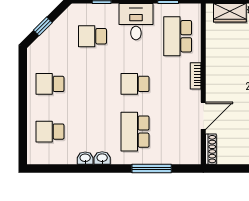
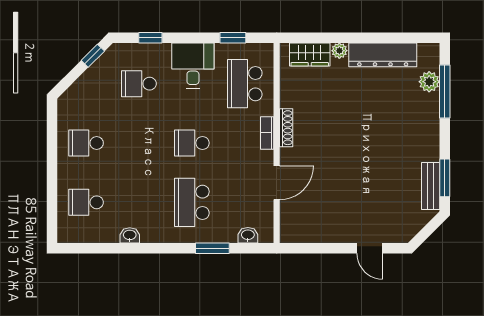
window: (43, 26) -> (93, 56), moved
shoe rack: (211, 149) -> (286, 128), moved
washbasin: (102, 158) -> (248, 235), moved
window: (152, 169) -> (212, 248), width x0.69

